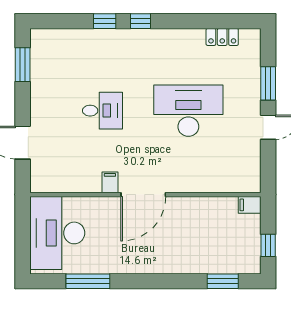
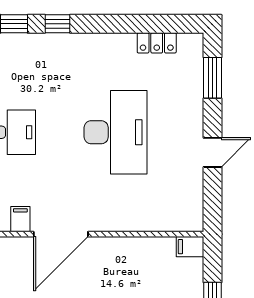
window: (268, 83) -> (213, 78), moved
desk: (188, 111) -> (116, 132), turned 90

